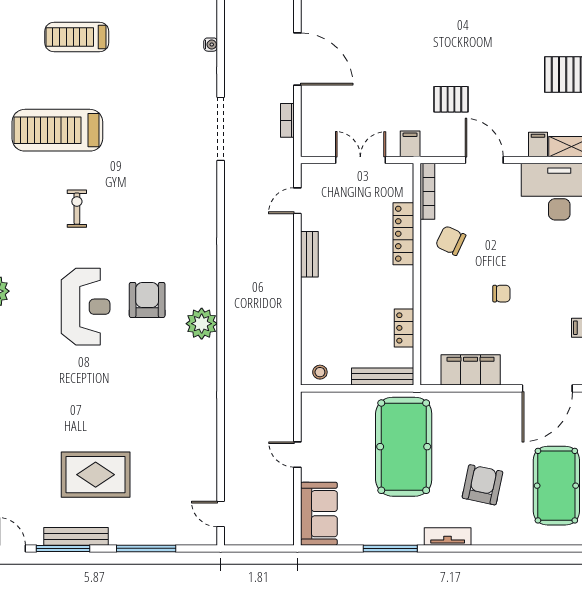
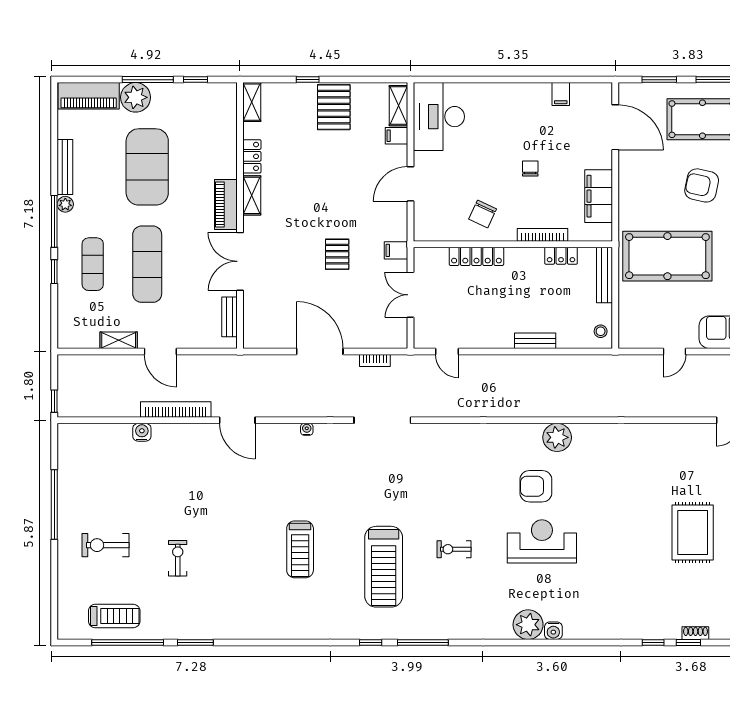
door: (297, 59) -> (320, 351), hinge flipped
pallet: (451, 99) -> (337, 254), moved
bookcase: (427, 191) -> (543, 235), moved
bench: (309, 254) -> (535, 341), moved

